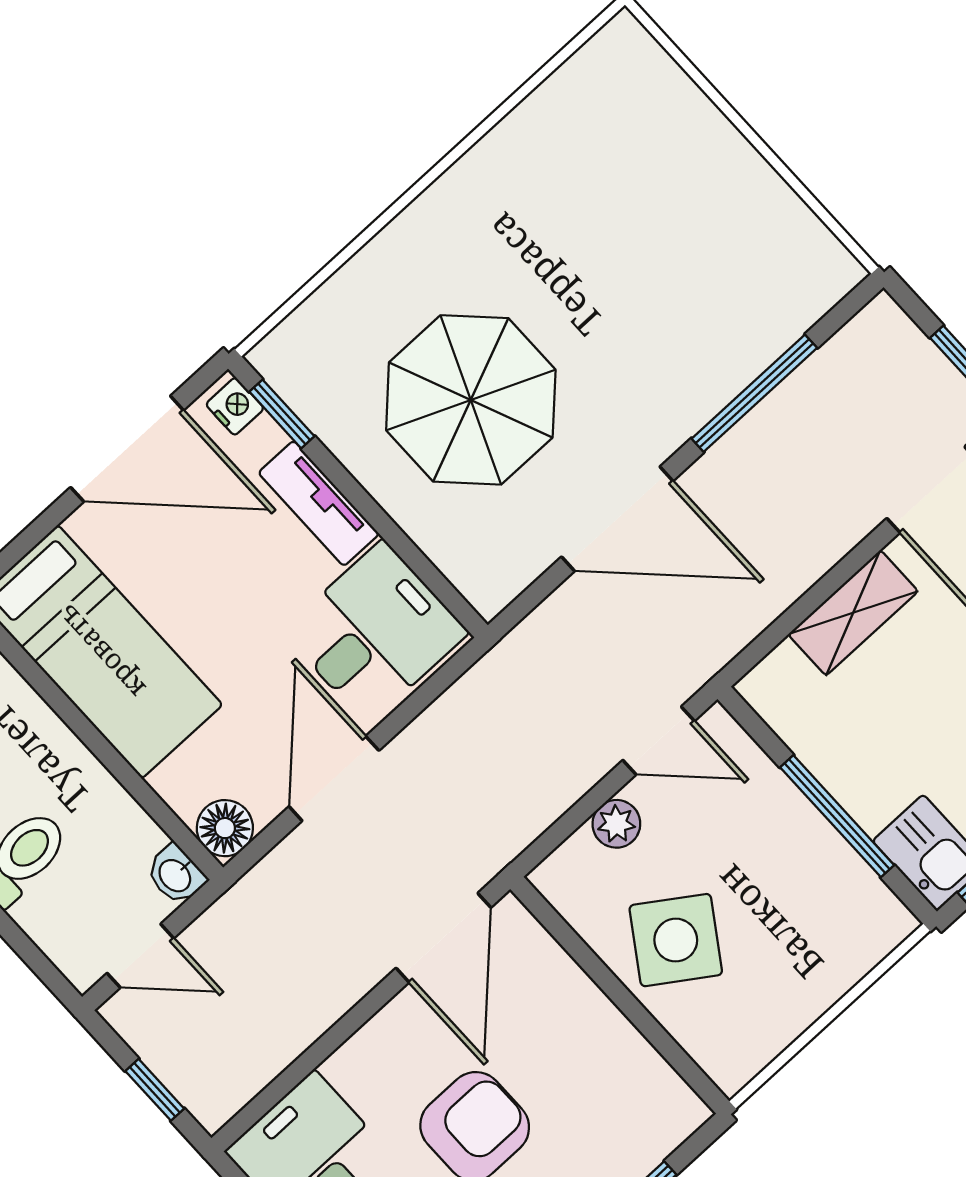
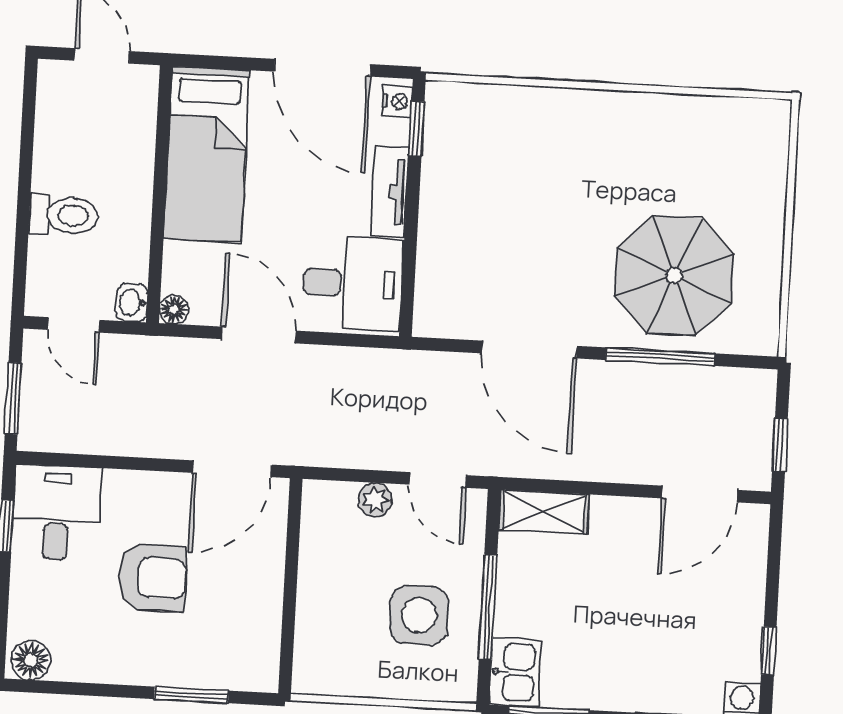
parasol: (471, 400) -> (674, 275), moved
shelving: (853, 613) -> (544, 512), moved
door: (334, 778) -> (259, 335), hinge flipped
floor lamp: (225, 828) -> (174, 310), width x0.73, depth x0.73
side table: (676, 940) -> (419, 615), moved, turned -34
window: (155, 1090) -> (13, 398), width x1.50

